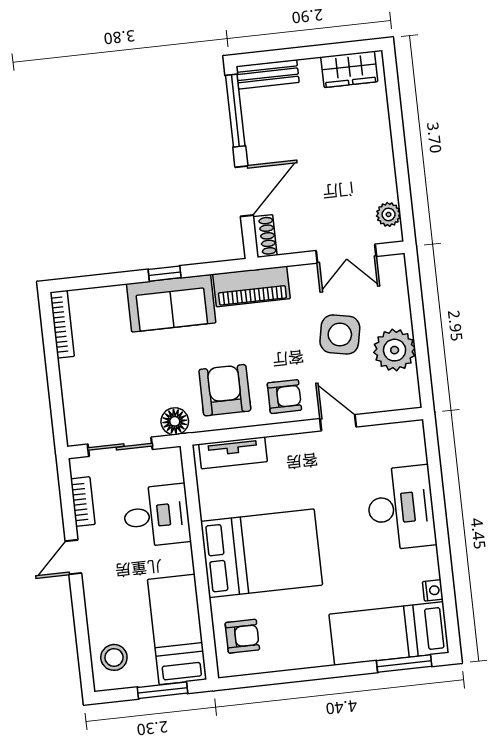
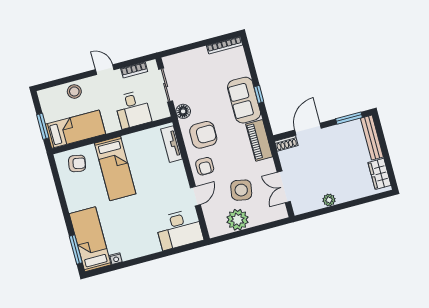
bench: (268, 74) -> (372, 138), width x1.36
window: (235, 111) -> (349, 118), width x0.69
door: (244, 191) -> (308, 129), swing flipped
plant: (389, 214) -> (329, 200), moved
desk: (401, 508) -> (179, 229), moved
bed: (262, 553) -> (115, 169), width x0.67
armchair: (242, 636) -> (77, 163), turned -79
stool: (114, 657) -> (74, 91), moved

